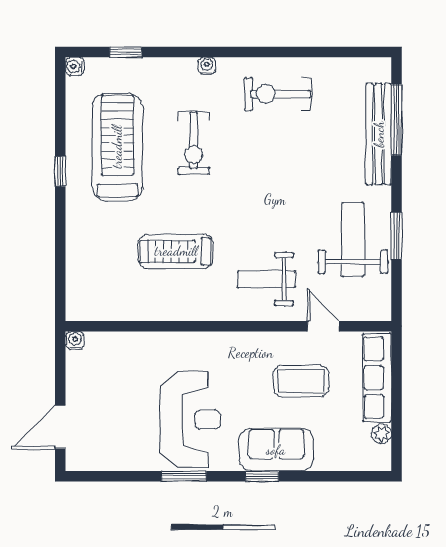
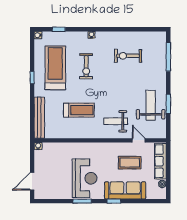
exercise bike: (278, 94) -> (128, 56), moved
bench: (379, 134) -> (39, 118), moved
treadmill: (176, 251) -> (79, 110), turned 180
sofa: (276, 450) -> (125, 190), width x1.36

